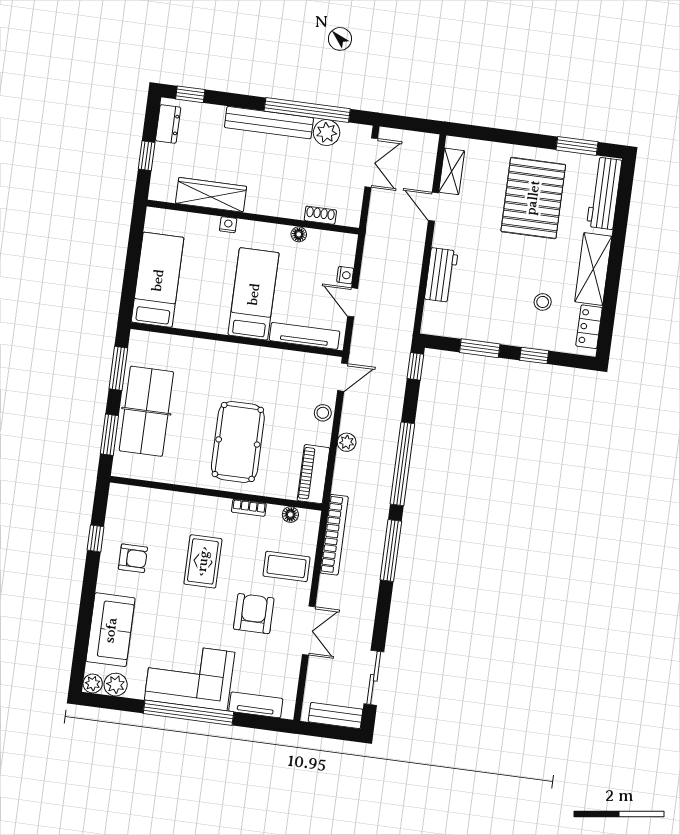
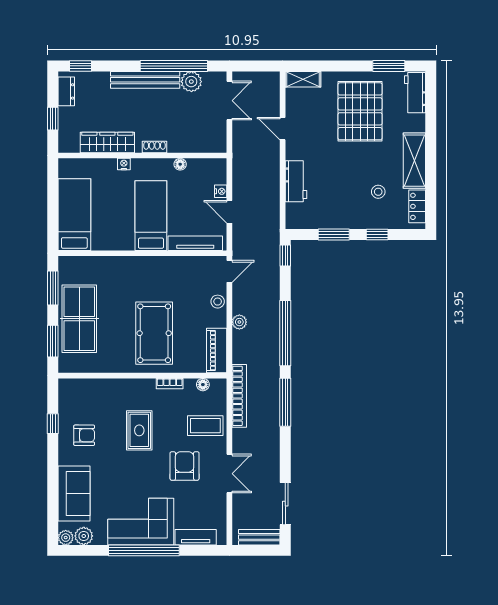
shelving: (452, 171) -> (303, 79), moved, turned 90
workbench: (604, 193) -> (415, 93), width x0.73
shoe rack: (320, 215) -> (154, 147), moved

